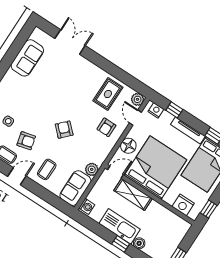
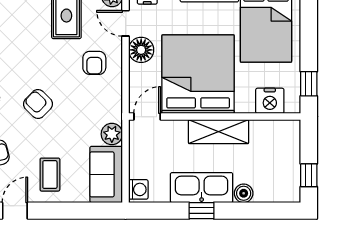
floor lamp: (128, 146) -> (141, 50), moved
shelving: (133, 194) -> (219, 132), moved
window: (121, 244) -> (202, 211), moved

